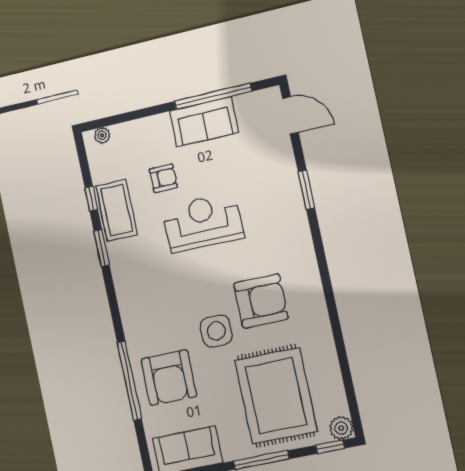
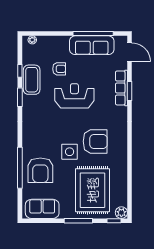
sofa: (204, 122) -> (92, 45), width x1.36
row of seats: (290, 187) -> (121, 88), added

